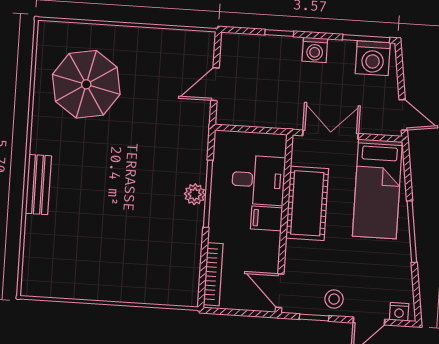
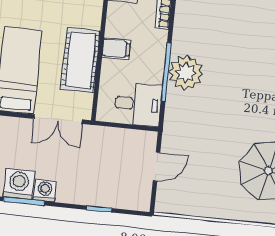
washing machine: (315, 50) -> (45, 191), moved
desk: (258, 180) -> (138, 104), moved, turned 180
plant: (195, 194) -> (186, 73), width x1.88, depth x1.88

